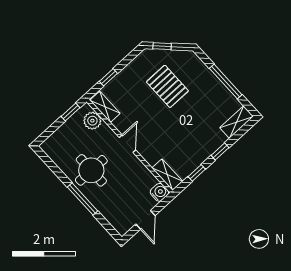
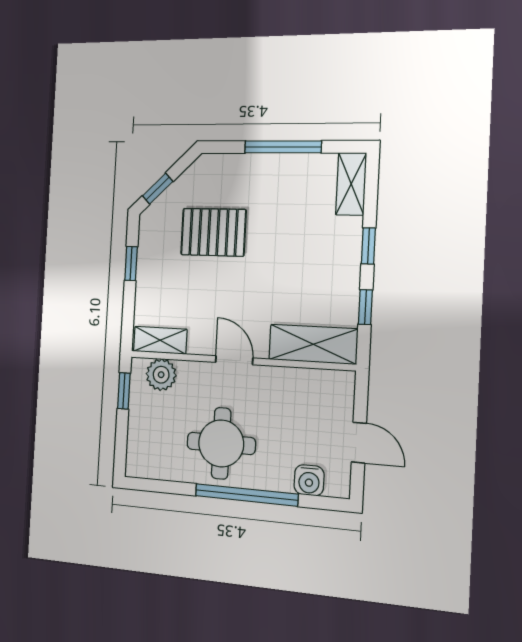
window: (108, 77) -> (131, 263), moved
shelving: (167, 175) -> (313, 344), width x1.50, depth x1.33
water cooler: (159, 192) -> (309, 480), moved, turned 180
window: (83, 199) -> (246, 495), width x1.46

